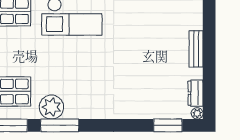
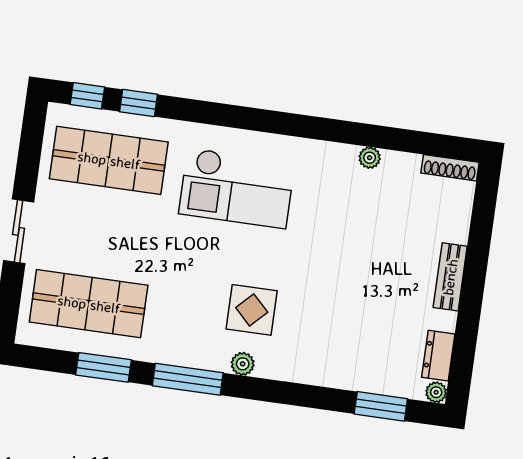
display table: (90, 82) -> (252, 310), added
plant: (51, 107) -> (243, 364), moved, width x0.53, depth x0.53

